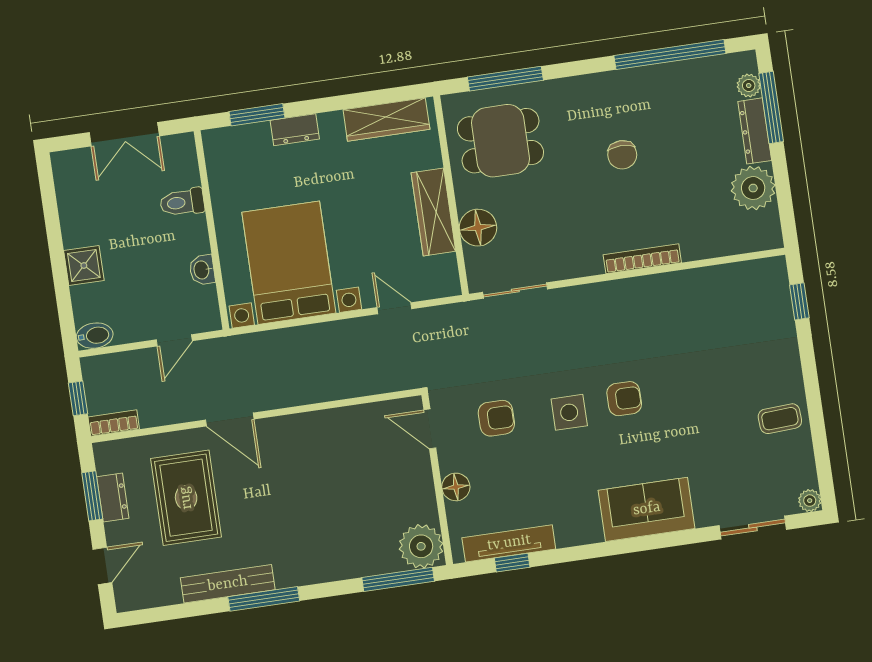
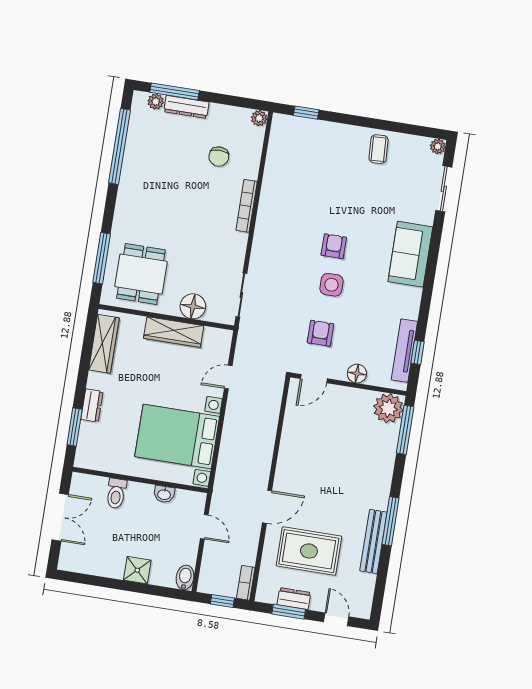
chair: (622, 155) -> (219, 157), moved, turned 90
plant: (753, 188) -> (259, 118), moved, width x0.53, depth x0.53

